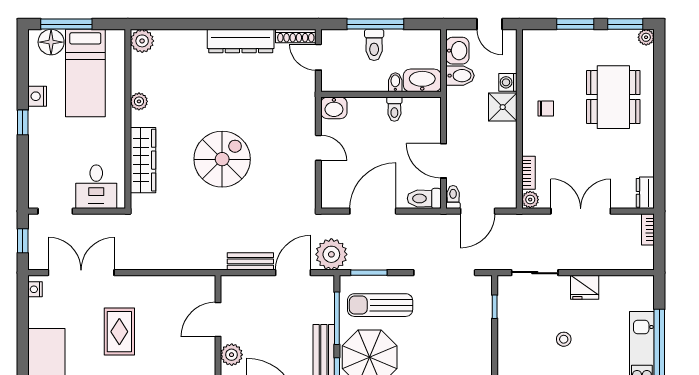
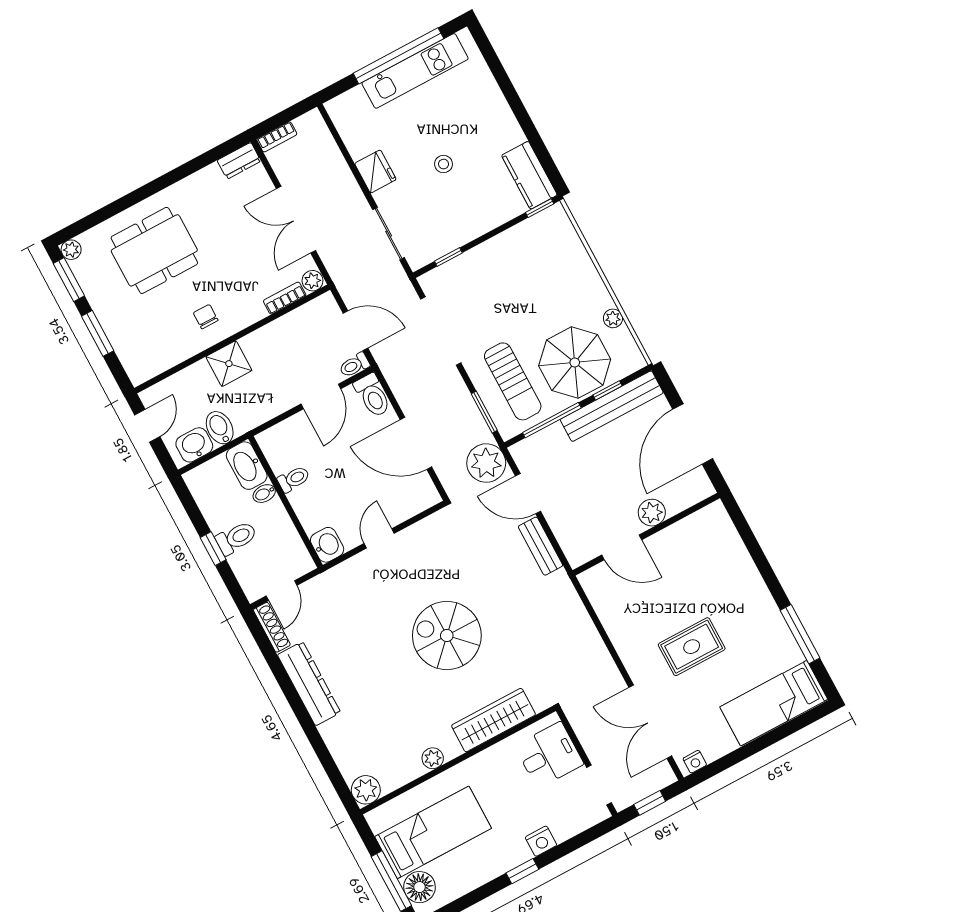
window: (375, 24) -> (213, 549), width x0.46
washing machine: (508, 82) -> (199, 372), removed
nightstand: (37, 96) -> (541, 841), moved

